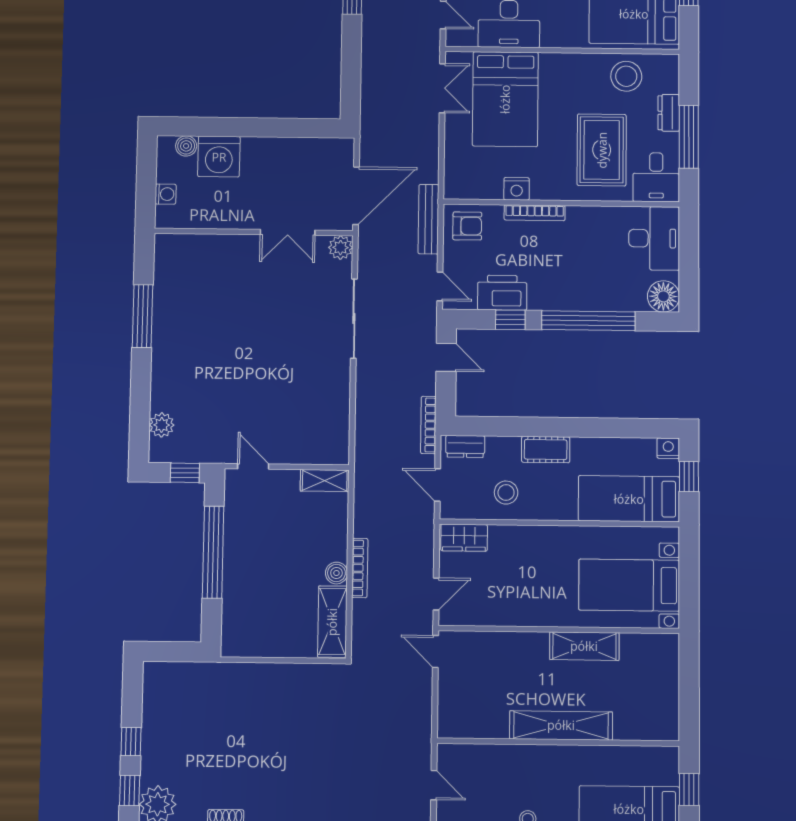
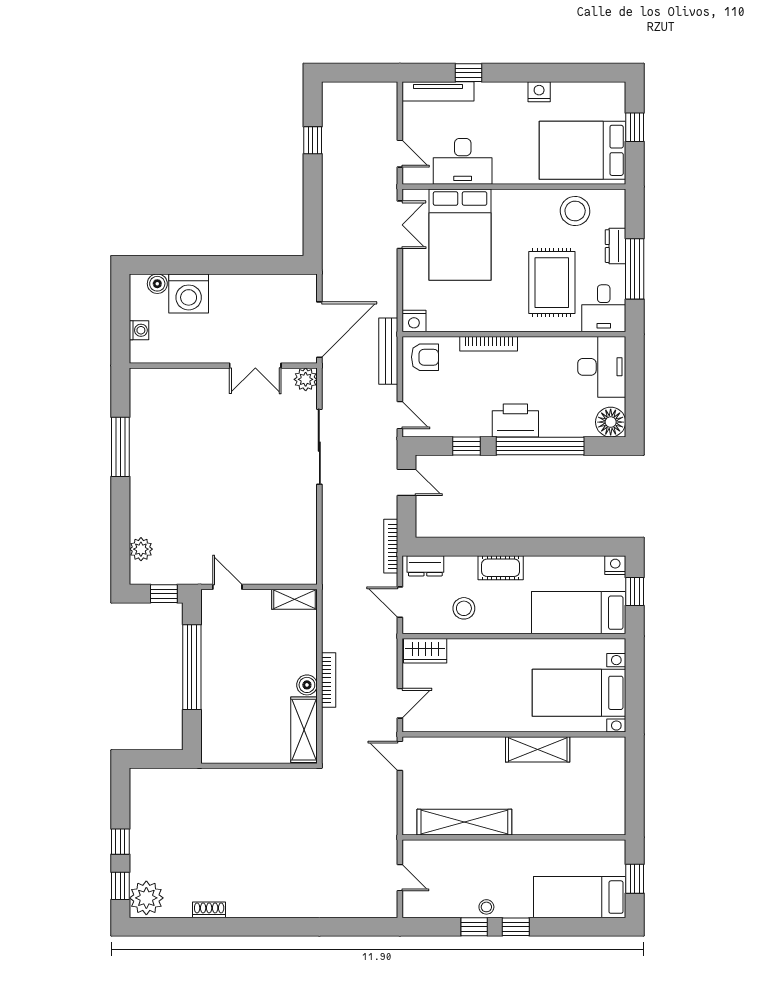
nightstand: (517, 189) -> (414, 321), moved
printer: (502, 293) -> (515, 420), moved
shelving: (561, 725) -> (464, 822), moved

